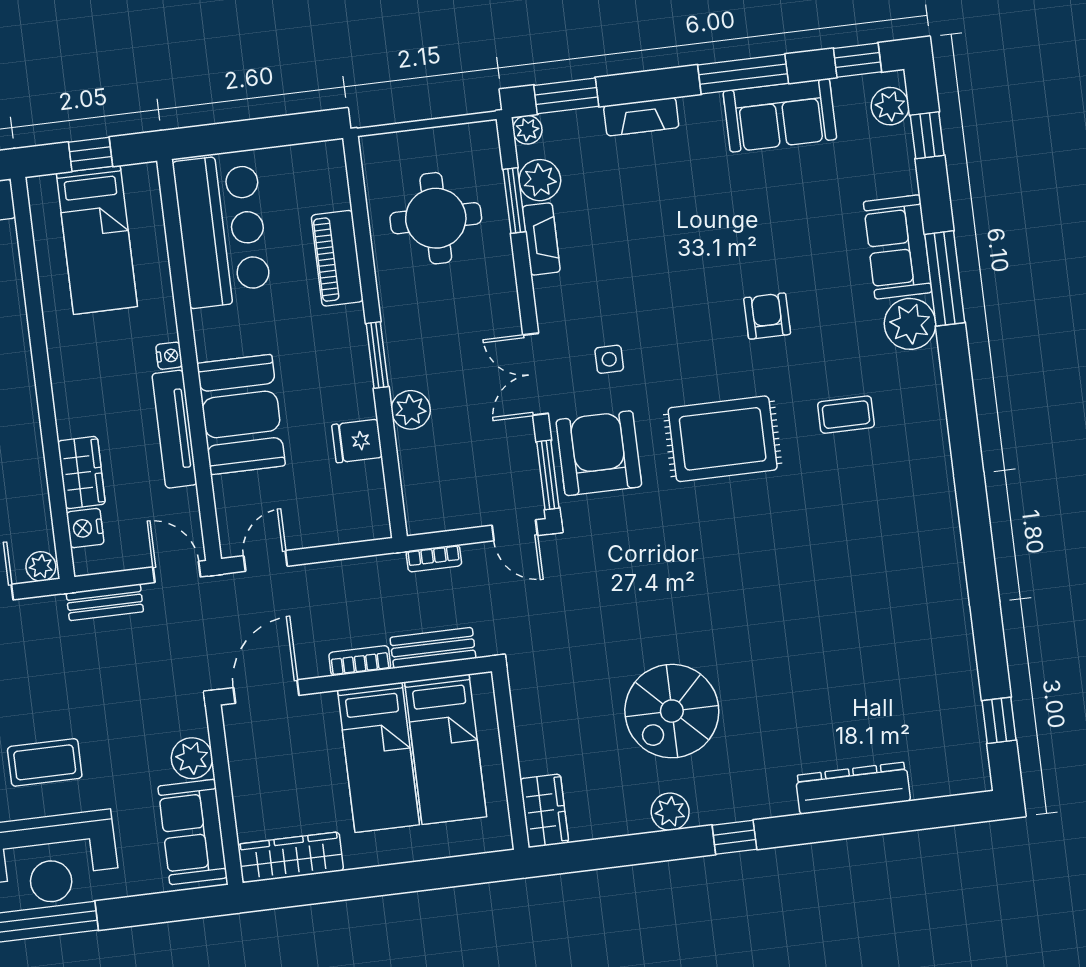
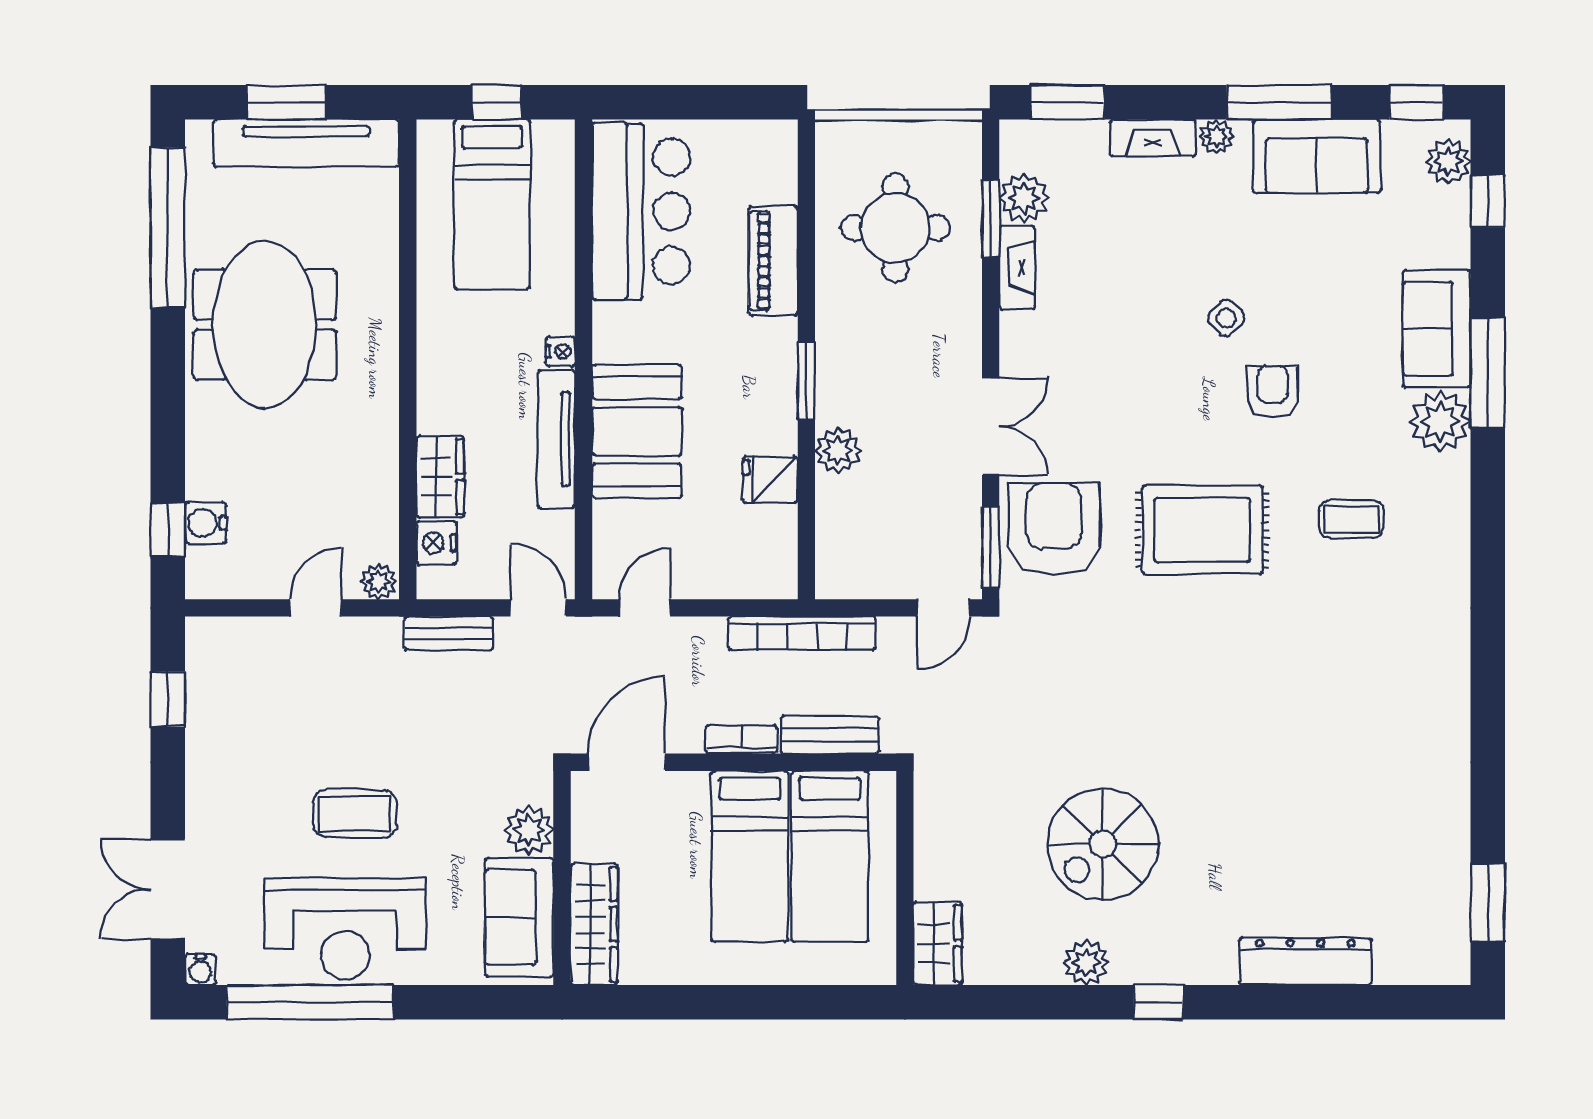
plant: (527, 130) -> (1216, 137), moved
side table: (609, 359) -> (1226, 318), moved, turned 45
double door: (536, 374) -> (991, 427), swing flipped
door: (515, 530) -> (943, 608), hinge flipped
bookcase: (434, 558) -> (802, 633), width x2.31, depth x1.31
window: (999, 720) -> (1488, 902), width x1.50
wardrobe: (291, 857) -> (594, 924), moved, turned 90

